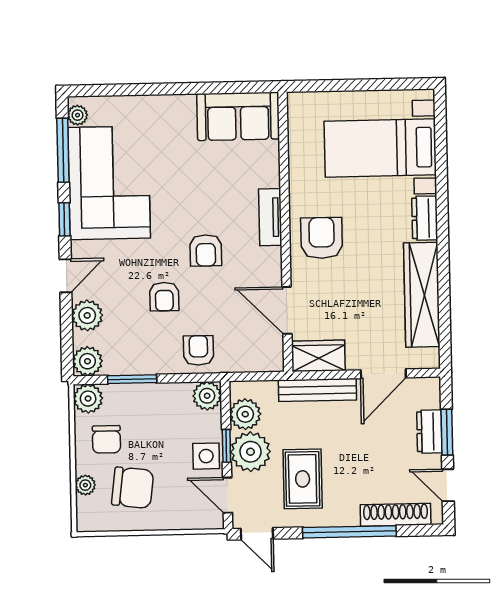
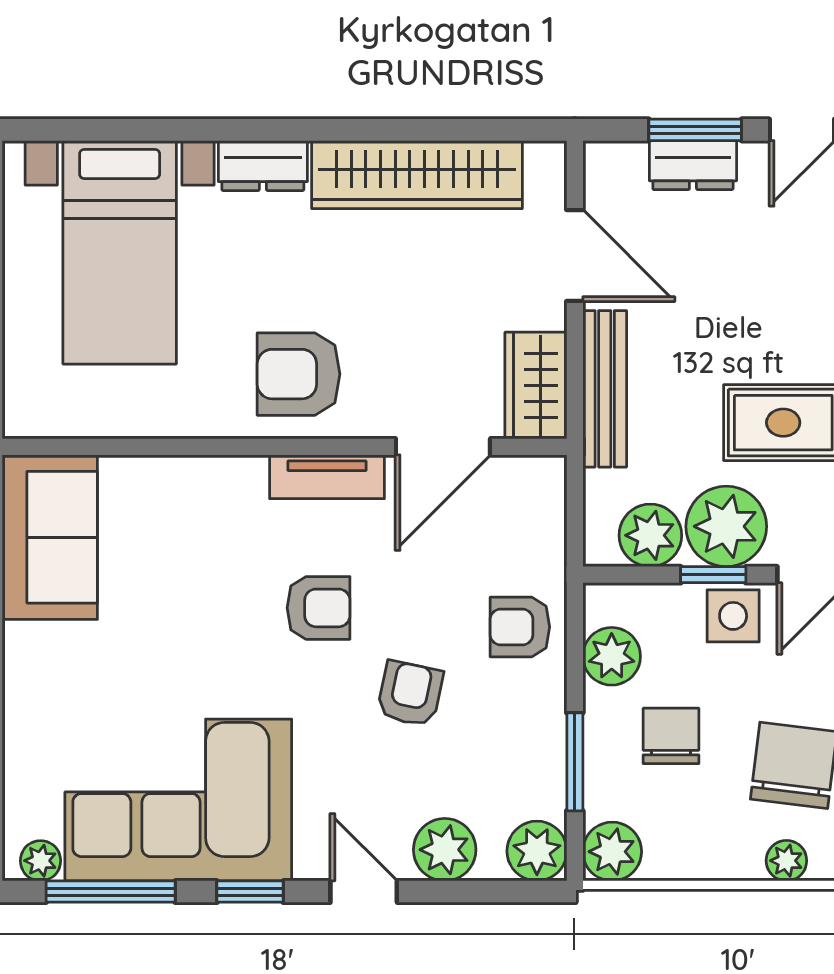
tv unit: (270, 217) -> (327, 477), moved
armchair: (164, 297) -> (410, 694), turned -78
plant: (207, 396) -> (612, 656), moved
chair: (106, 439) -> (671, 736), moved, turned -90

